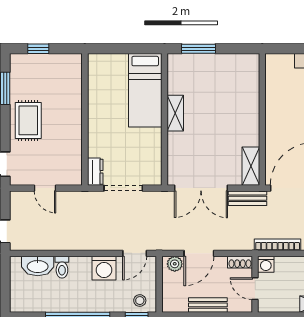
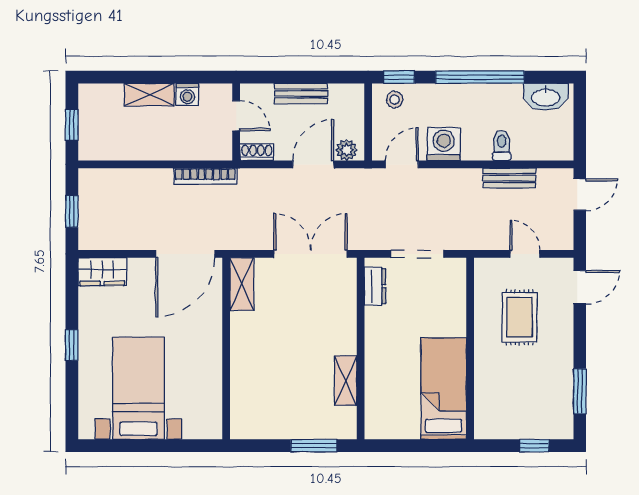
bed: (145, 90) -> (444, 389), moved
shelving: (175, 113) -> (346, 381), moved
rug: (28, 120) -> (520, 317), moved
dresser: (95, 172) -> (375, 286), moved, turned 180
bench: (248, 198) -> (509, 178), moved
washing machine: (266, 264) -> (187, 95), moved, turned 180
washbasin: (38, 266) -> (546, 97), moved, turned 180

